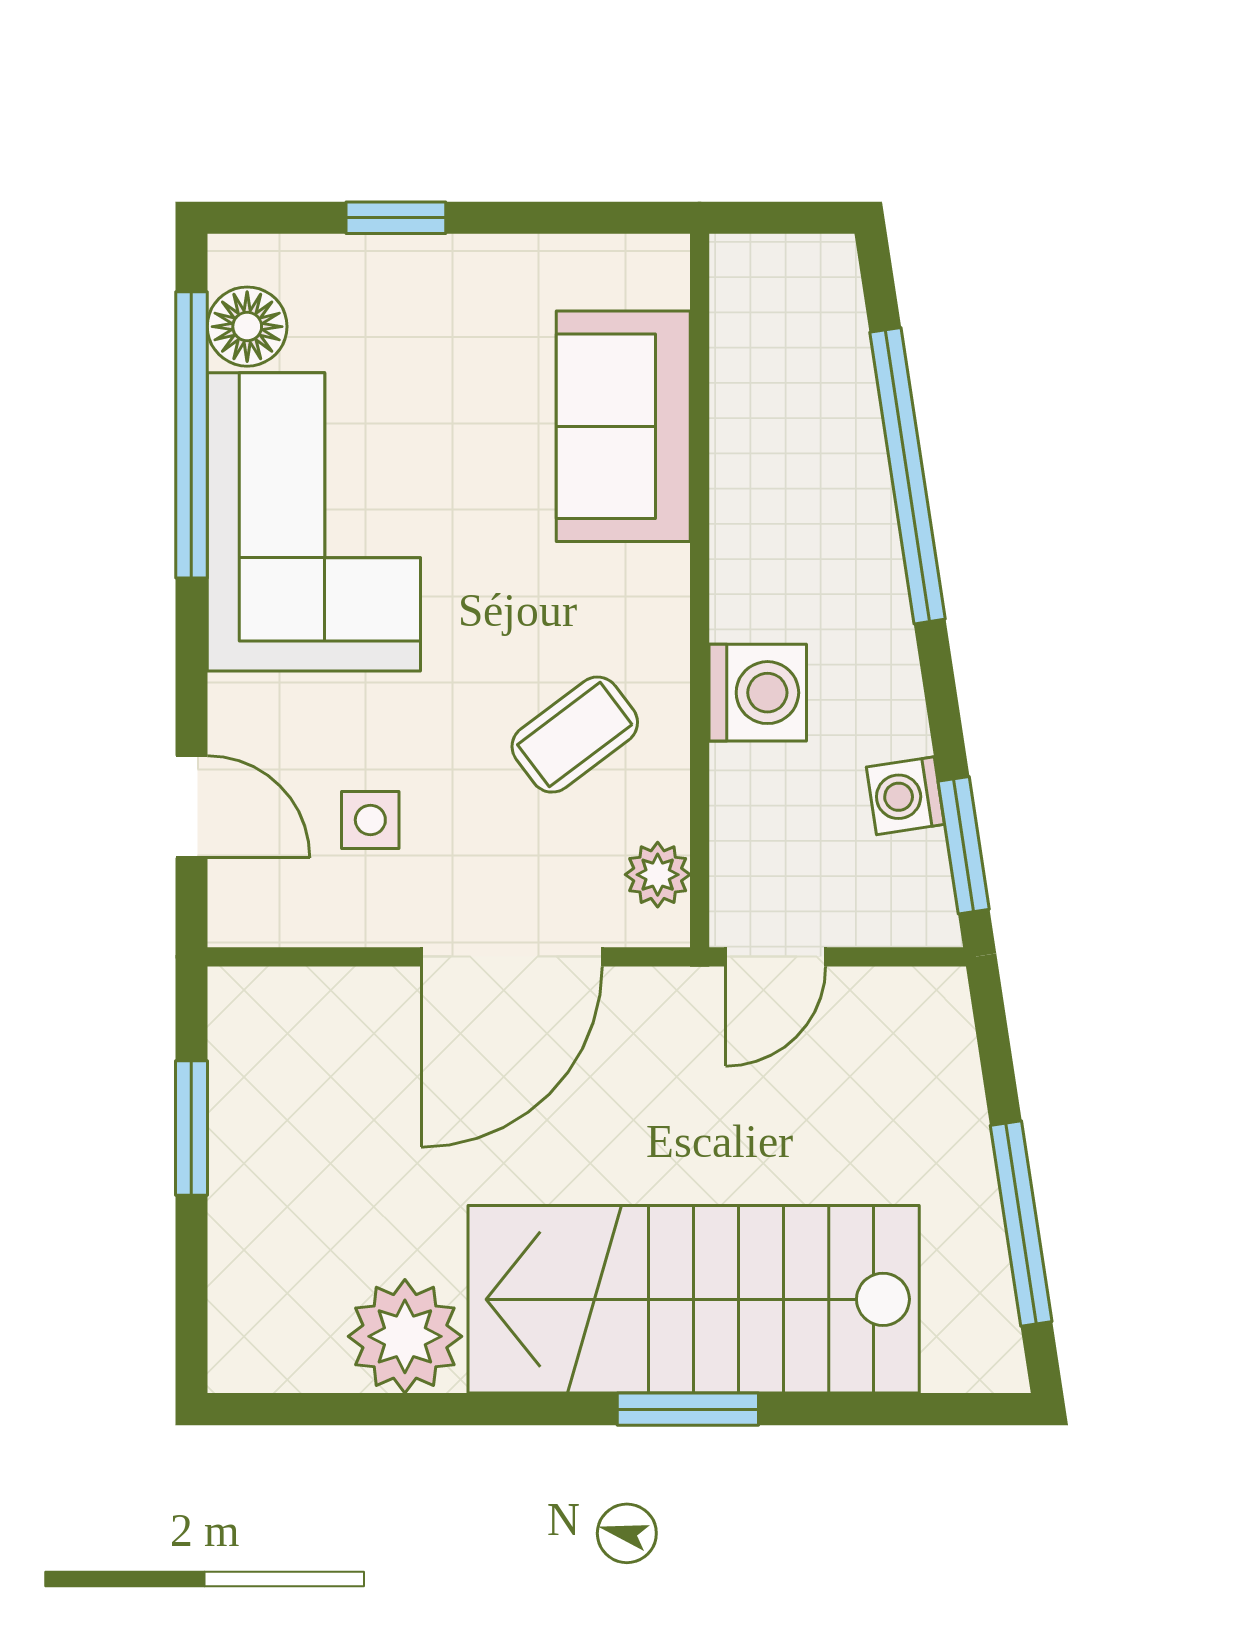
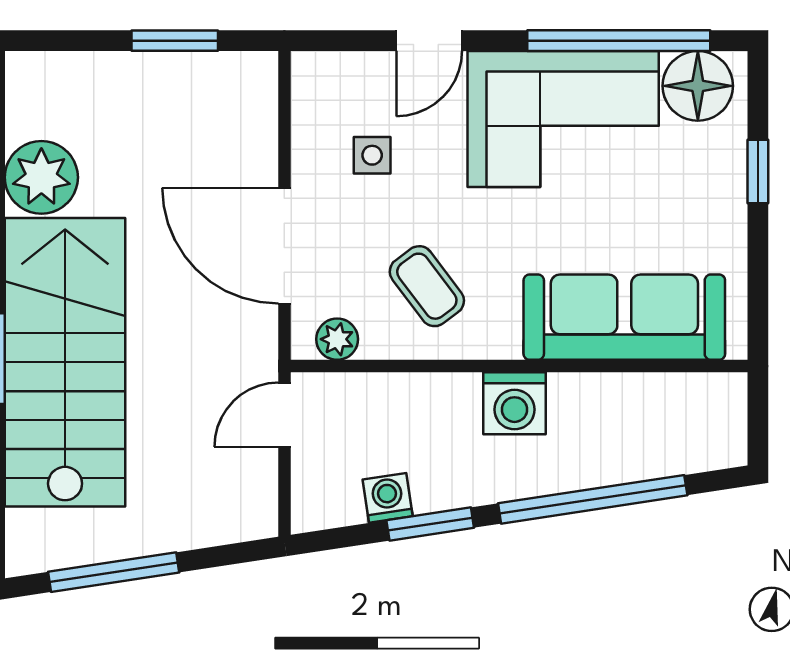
floor lamp: (247, 327) -> (698, 86), width x1.38, depth x1.38
sofa: (623, 426) -> (624, 317), width x1.36
washing machine: (758, 693) -> (515, 403), moved
door: (191, 807) -> (429, 41), moved
window: (964, 845) -> (430, 524), moved
door: (775, 957) -> (284, 415), hinge flipped

